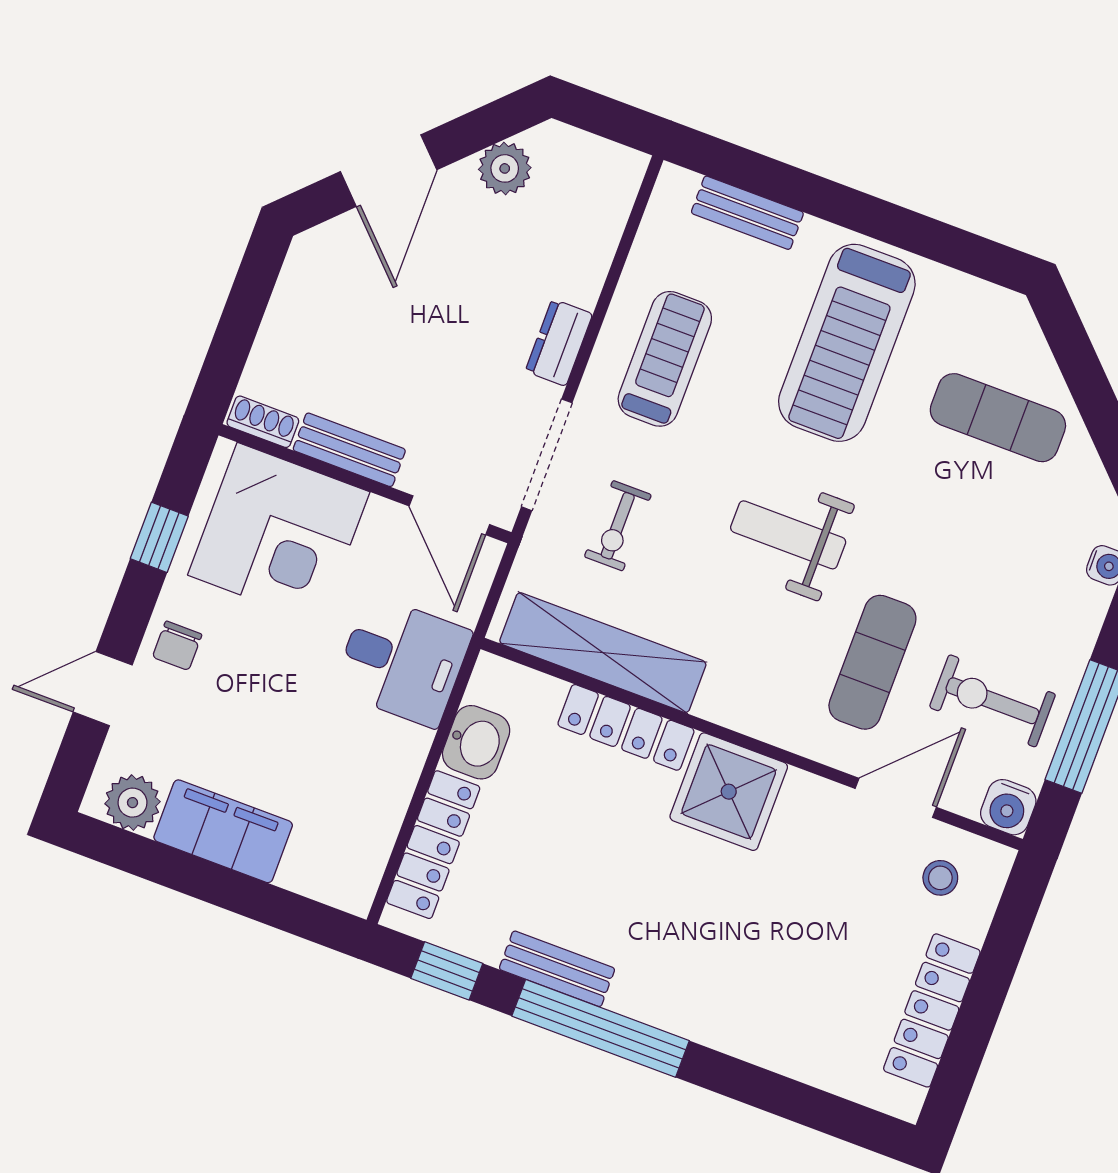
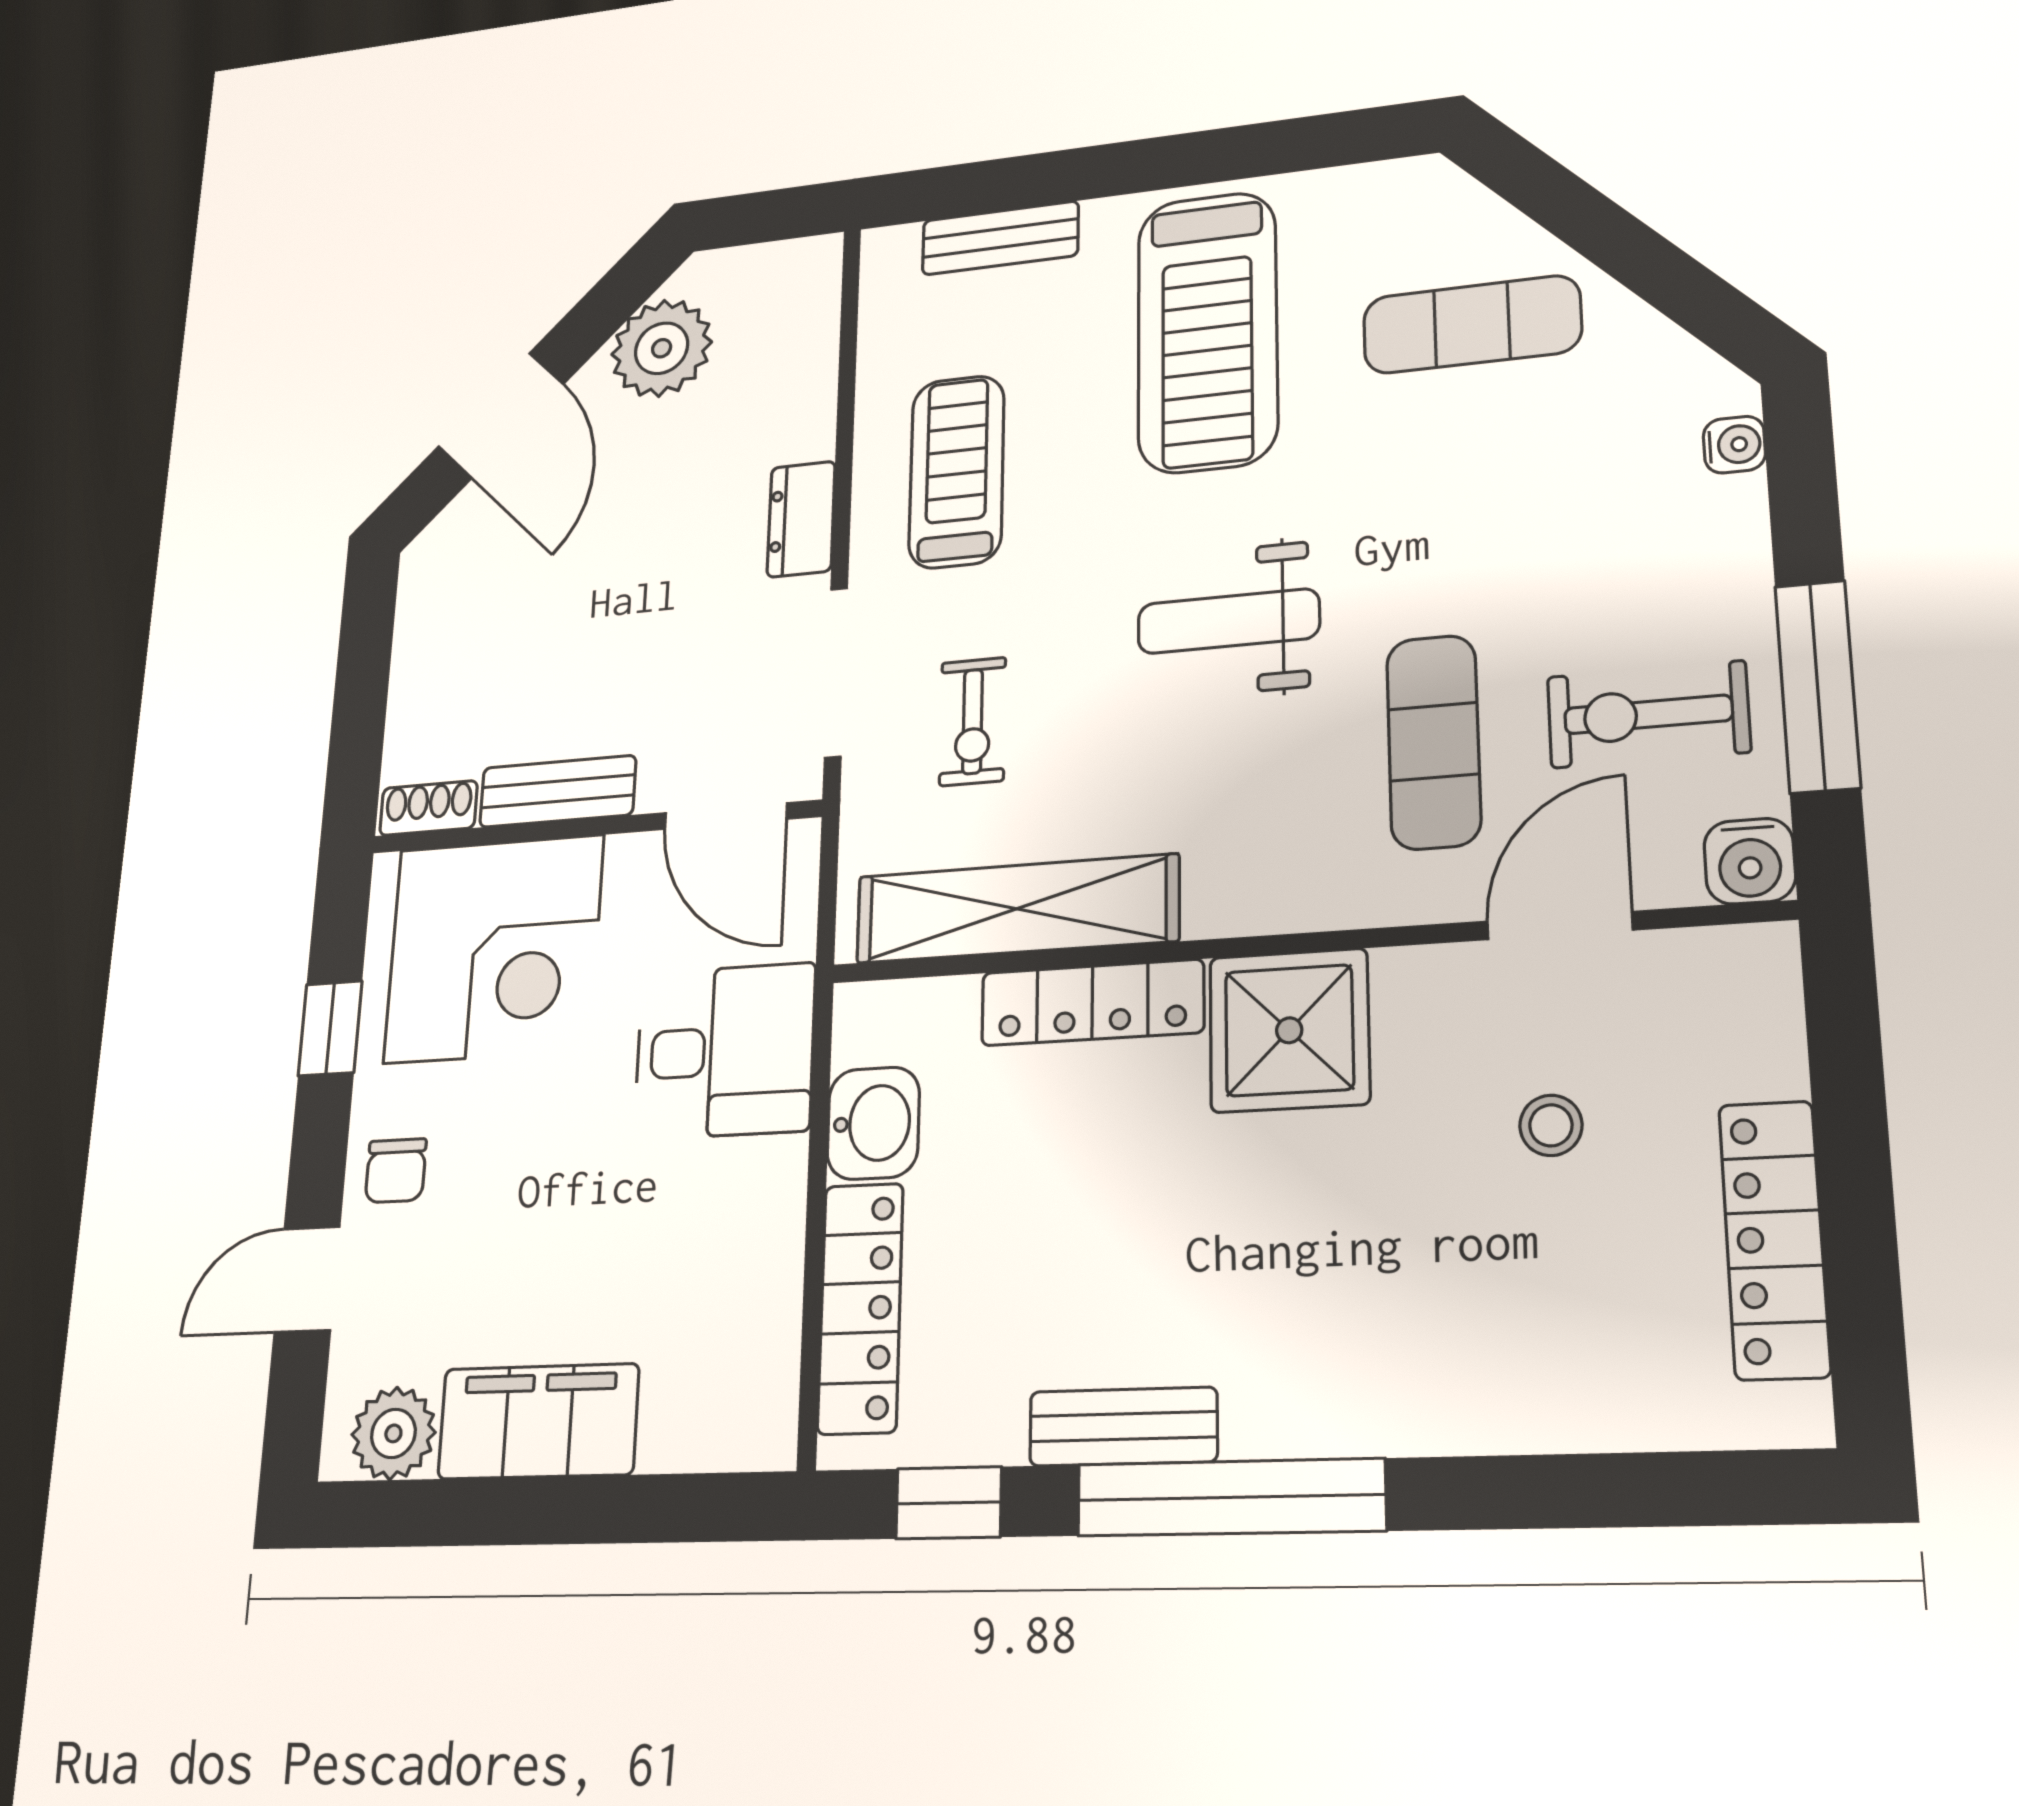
plant: (505, 168) -> (662, 348), width x1.36, depth x1.36
stool: (940, 878) -> (1551, 1125), moved

